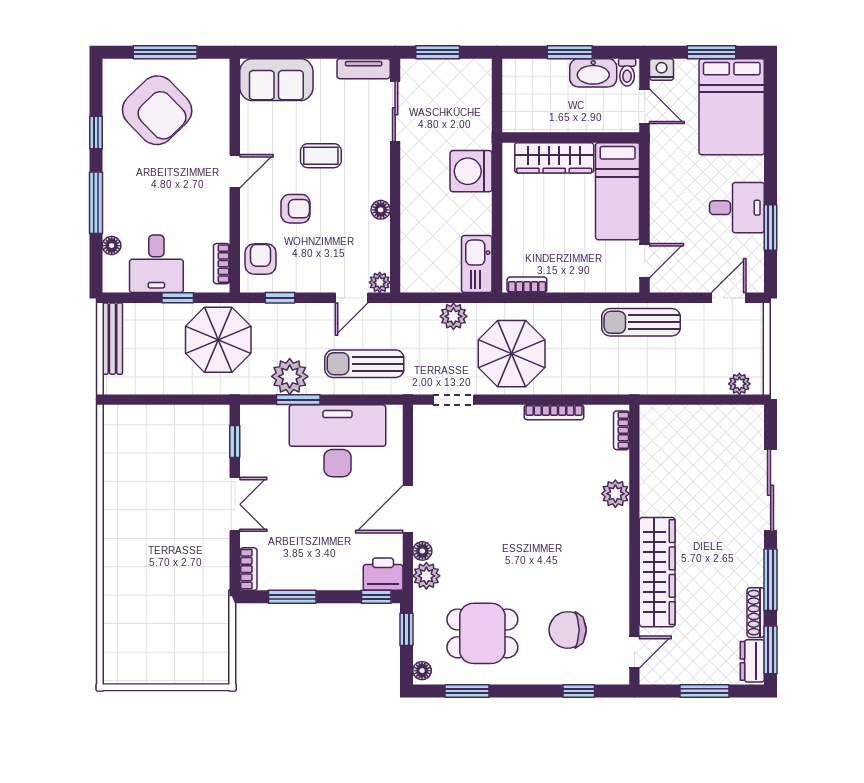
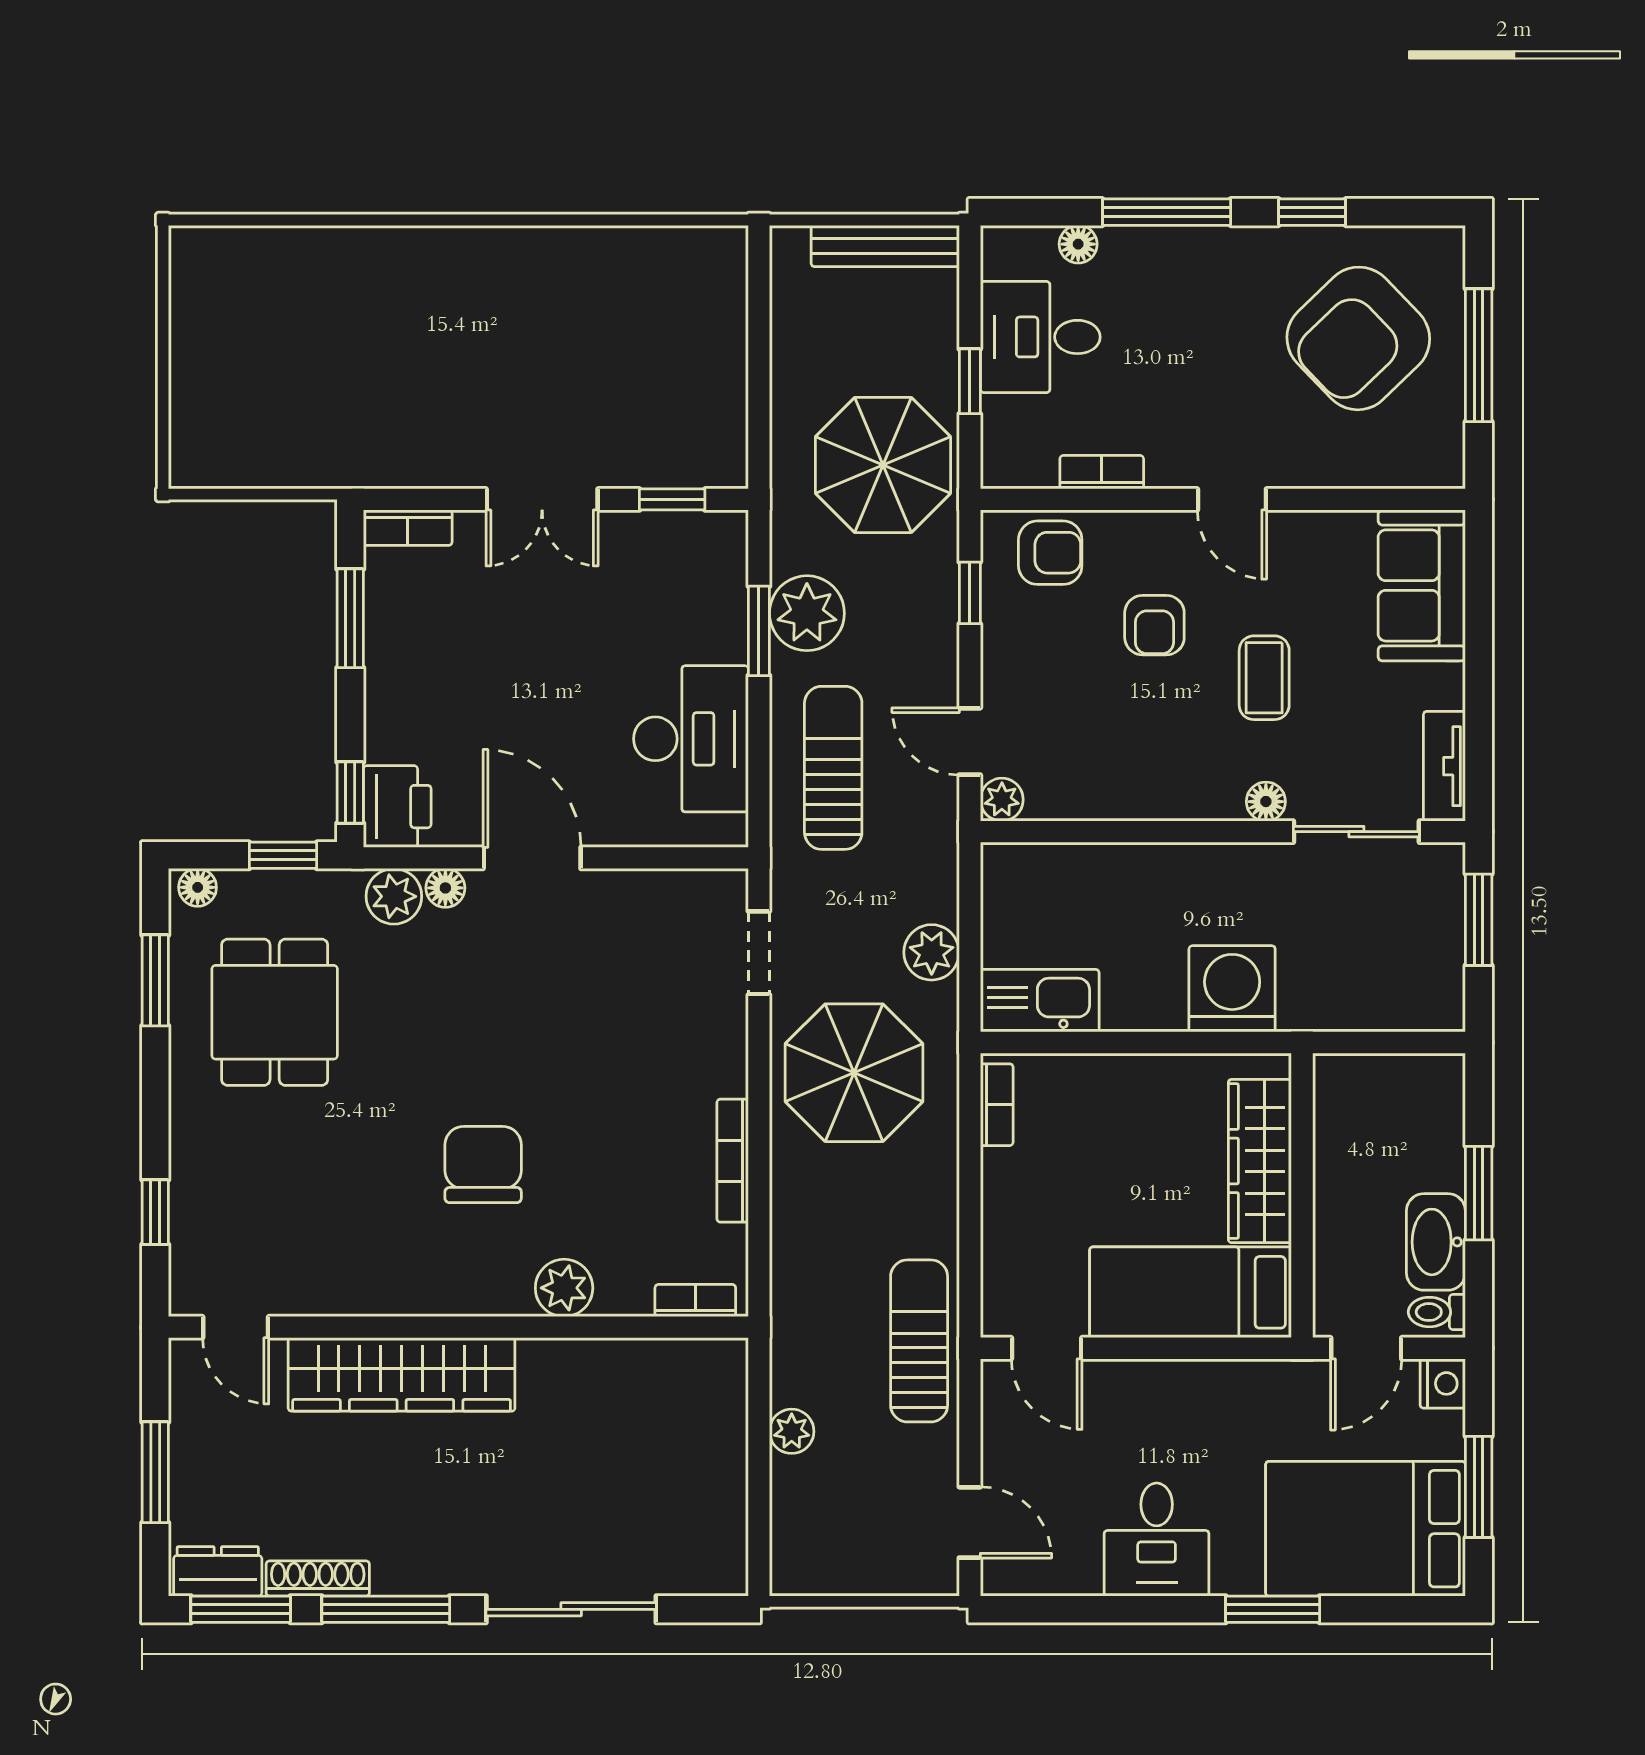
floor lamp: (381, 210) -> (1266, 802), moved
window: (771, 227) -> (1273, 1609), moved
bookcase: (222, 264) -> (1102, 472), moved
plant: (739, 384) -> (792, 1431), moved
desk: (338, 441) -> (691, 739), width x0.73, depth x0.77
chair: (568, 630) -> (483, 1165), moved

